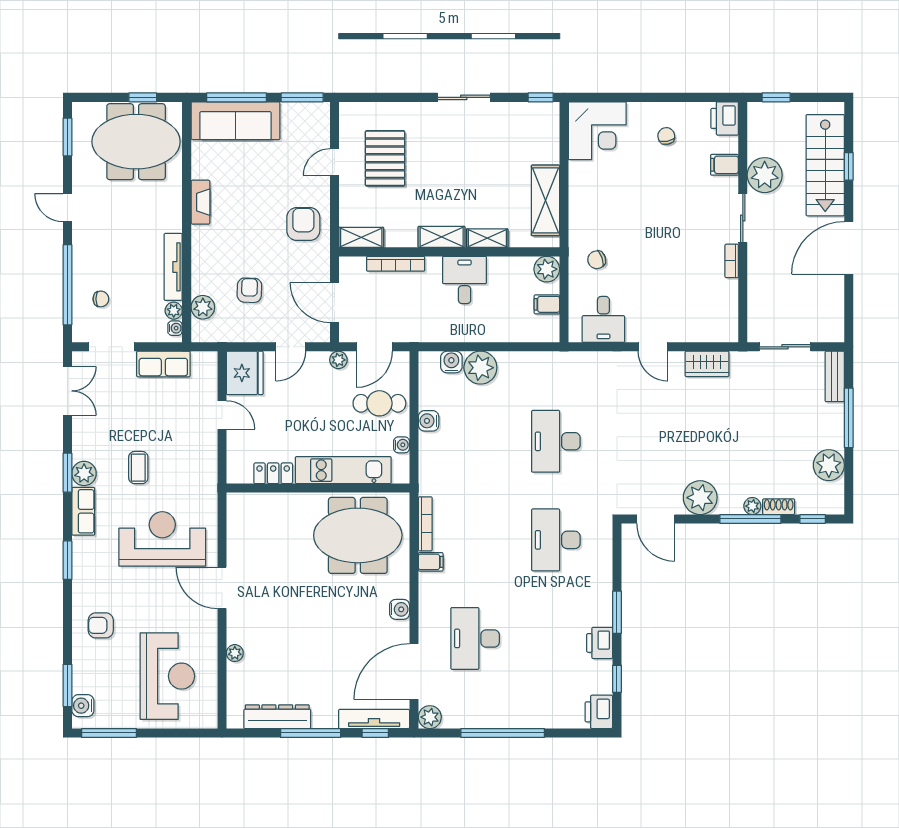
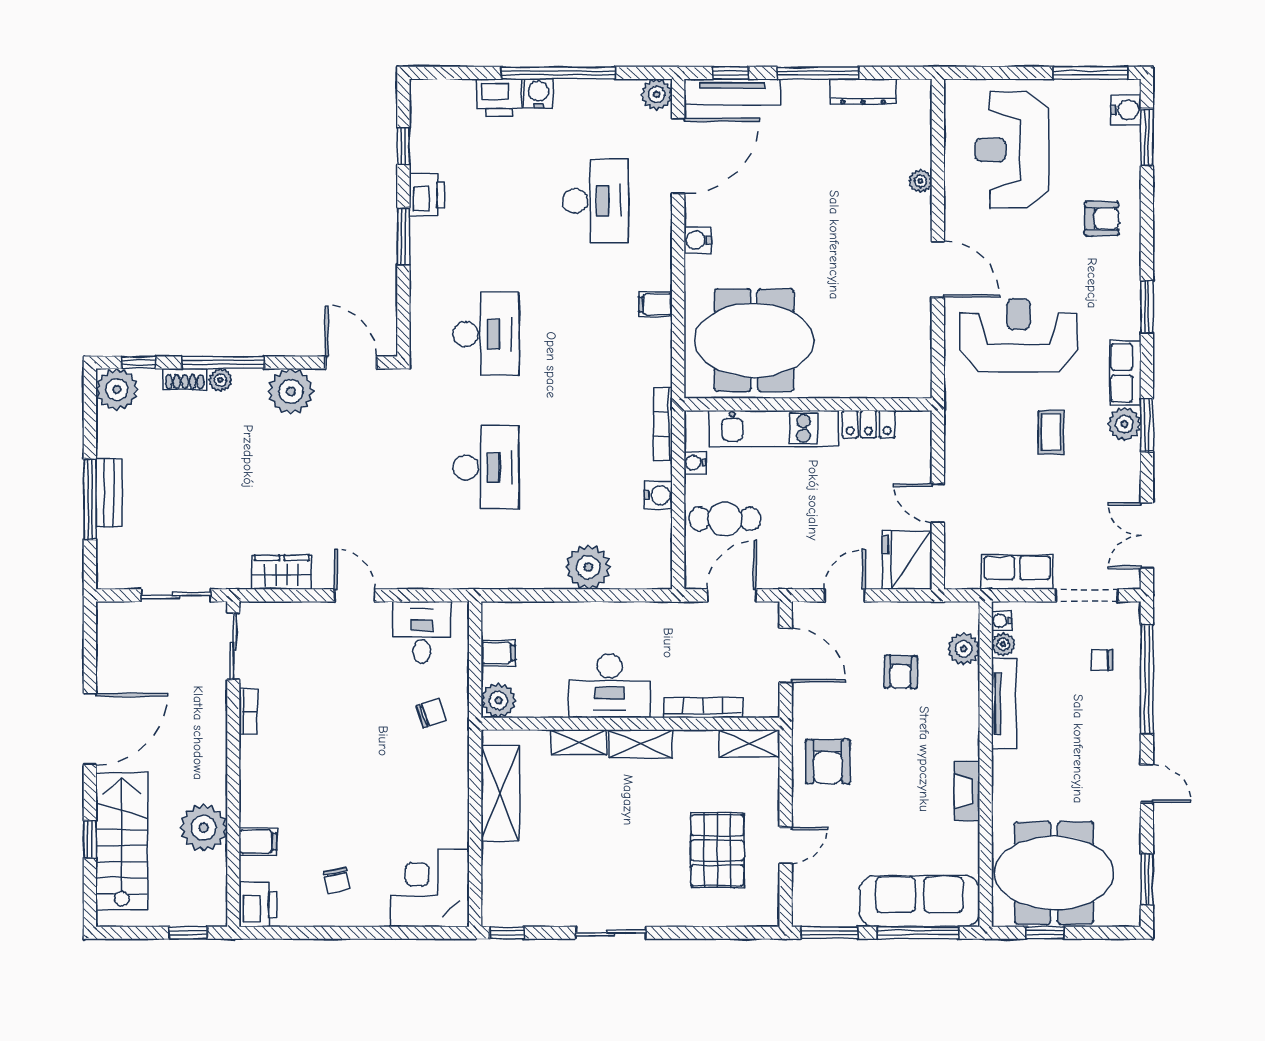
sliding door: (743, 218) -> (233, 646), moved
desk: (465, 280) -> (610, 686), width x1.37
plant: (338, 360) -> (780, 578), removed
water cooler: (451, 362) -> (539, 94), moved, turned 180
bench: (835, 376) -> (109, 493), moved
plant: (829, 465) -> (117, 389), moved
bookcase: (425, 524) -> (663, 424), moved
reception desk: (162, 539) -> (1019, 335), turned 180
printer: (599, 712) -> (499, 97), moved, turned 90
dresser: (277, 717) -> (863, 92), width x0.73, depth x0.80

